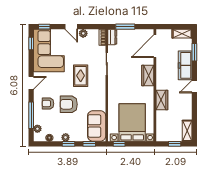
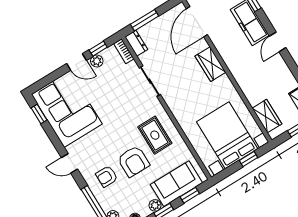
window: (44, 27) -> (98, 49), moved
rug: (81, 76) -> (155, 135), moved
door: (31, 83) -> (69, 163), swing flipped
wardrobe: (162, 100) -> (267, 116), moved
armchair: (69, 104) -> (133, 161), turned -90
sofa: (97, 126) -> (176, 184), moved, turned 90
window: (119, 144) -> (249, 159), moved

